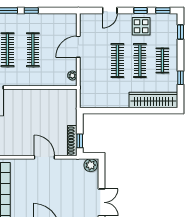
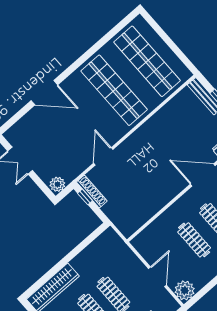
plant: (72, 75) -> (185, 290), moved, width x1.88, depth x1.88
door: (44, 157) -> (103, 156), swing flipped

